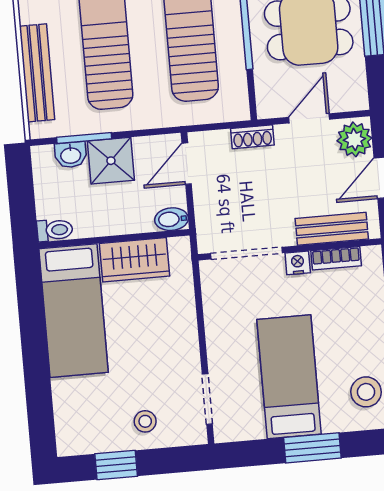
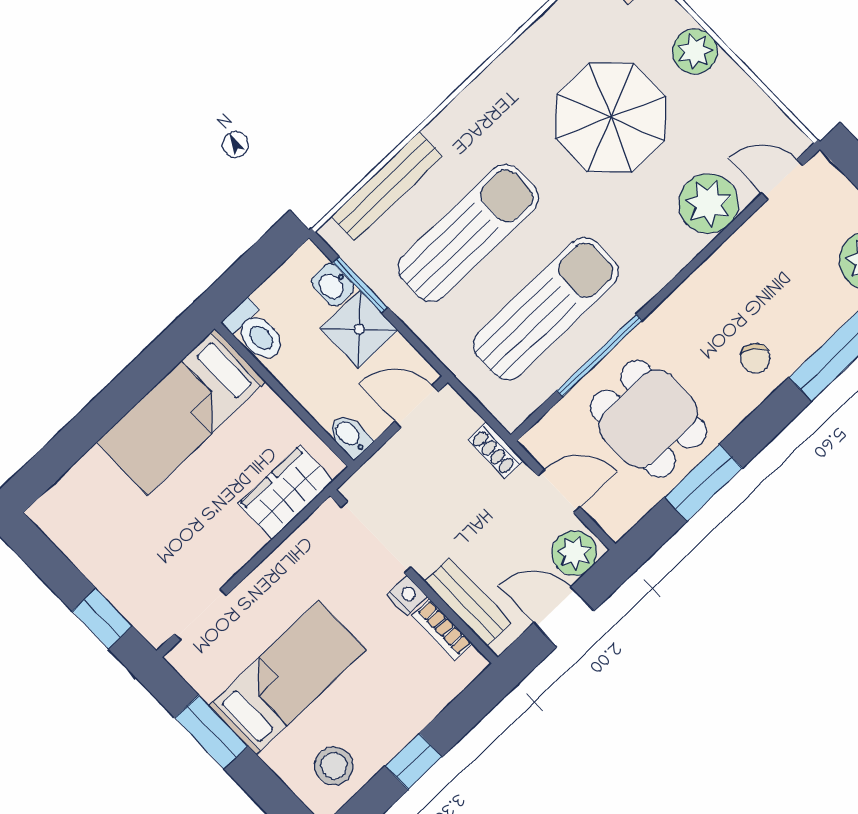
toilet: (55, 230) -> (255, 332), width x1.37, depth x1.39
wardrobe: (135, 260) -> (286, 492), moved, turned 90
stool: (145, 421) -> (129, 571), removed
window: (312, 448) -> (211, 732), moved
window: (116, 465) -> (102, 618), moved

